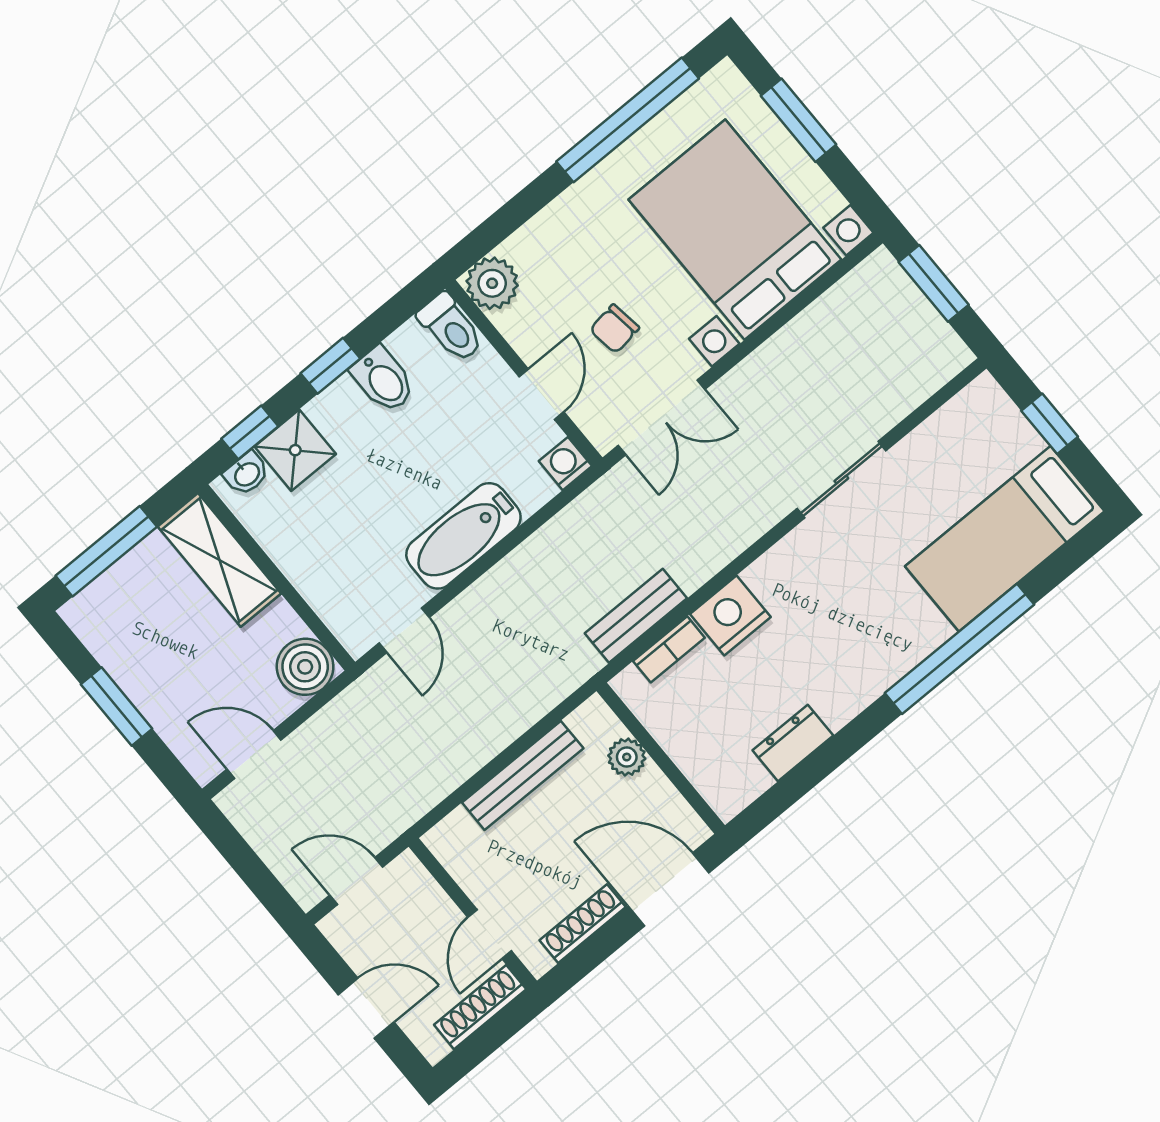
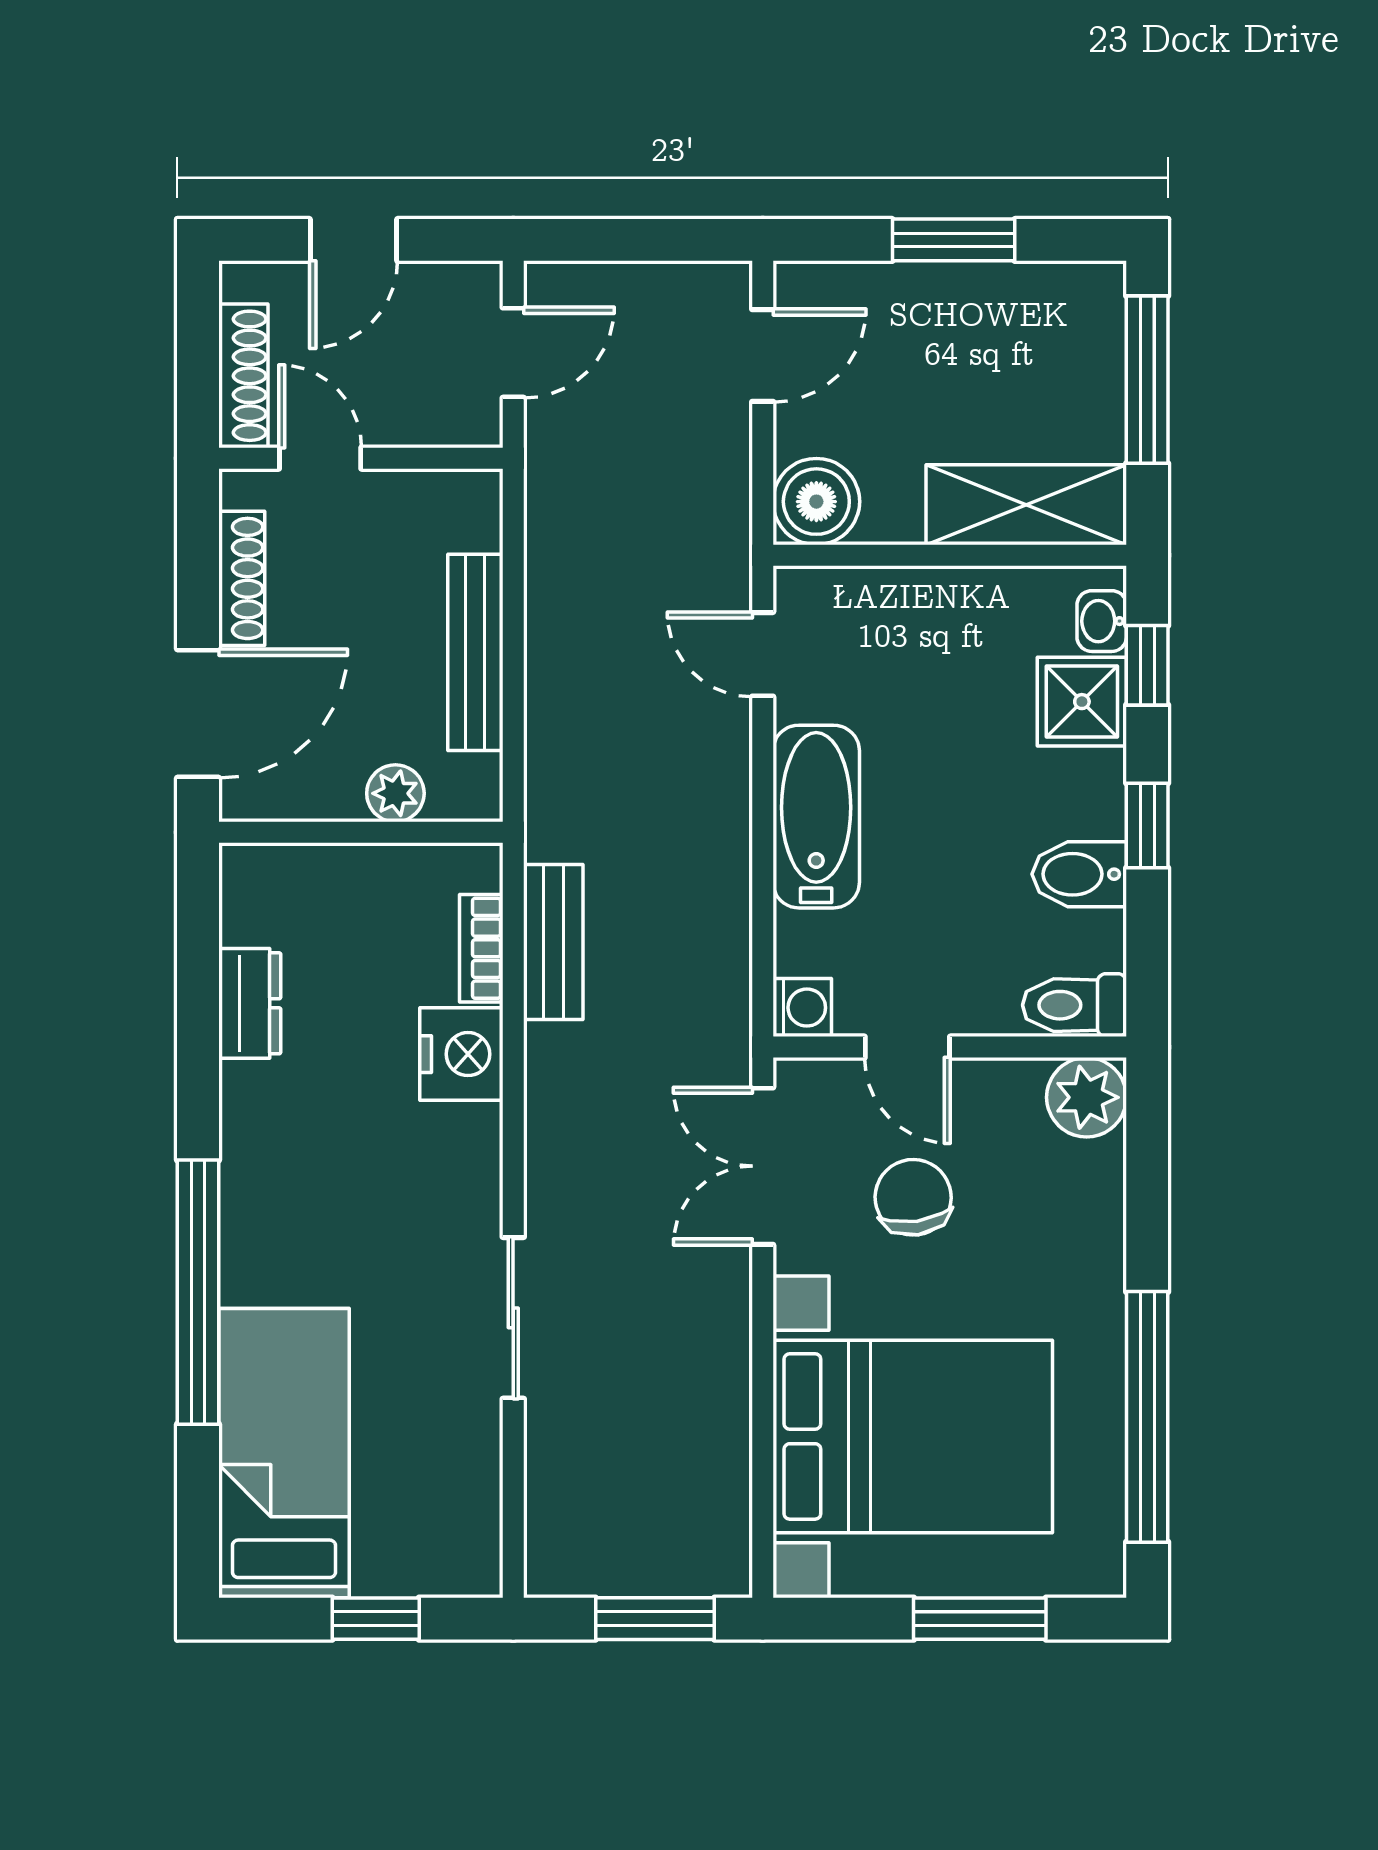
chair: (615, 329) -> (913, 1197), width x1.37, depth x1.37

